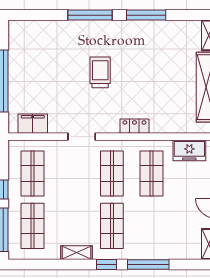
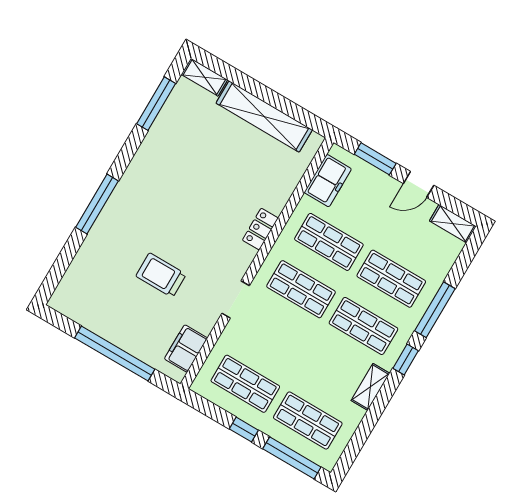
window: (146, 15) -> (156, 104), moved
trolley: (100, 72) -> (161, 275), moved
shop shelf: (152, 226) -> (391, 279), added

